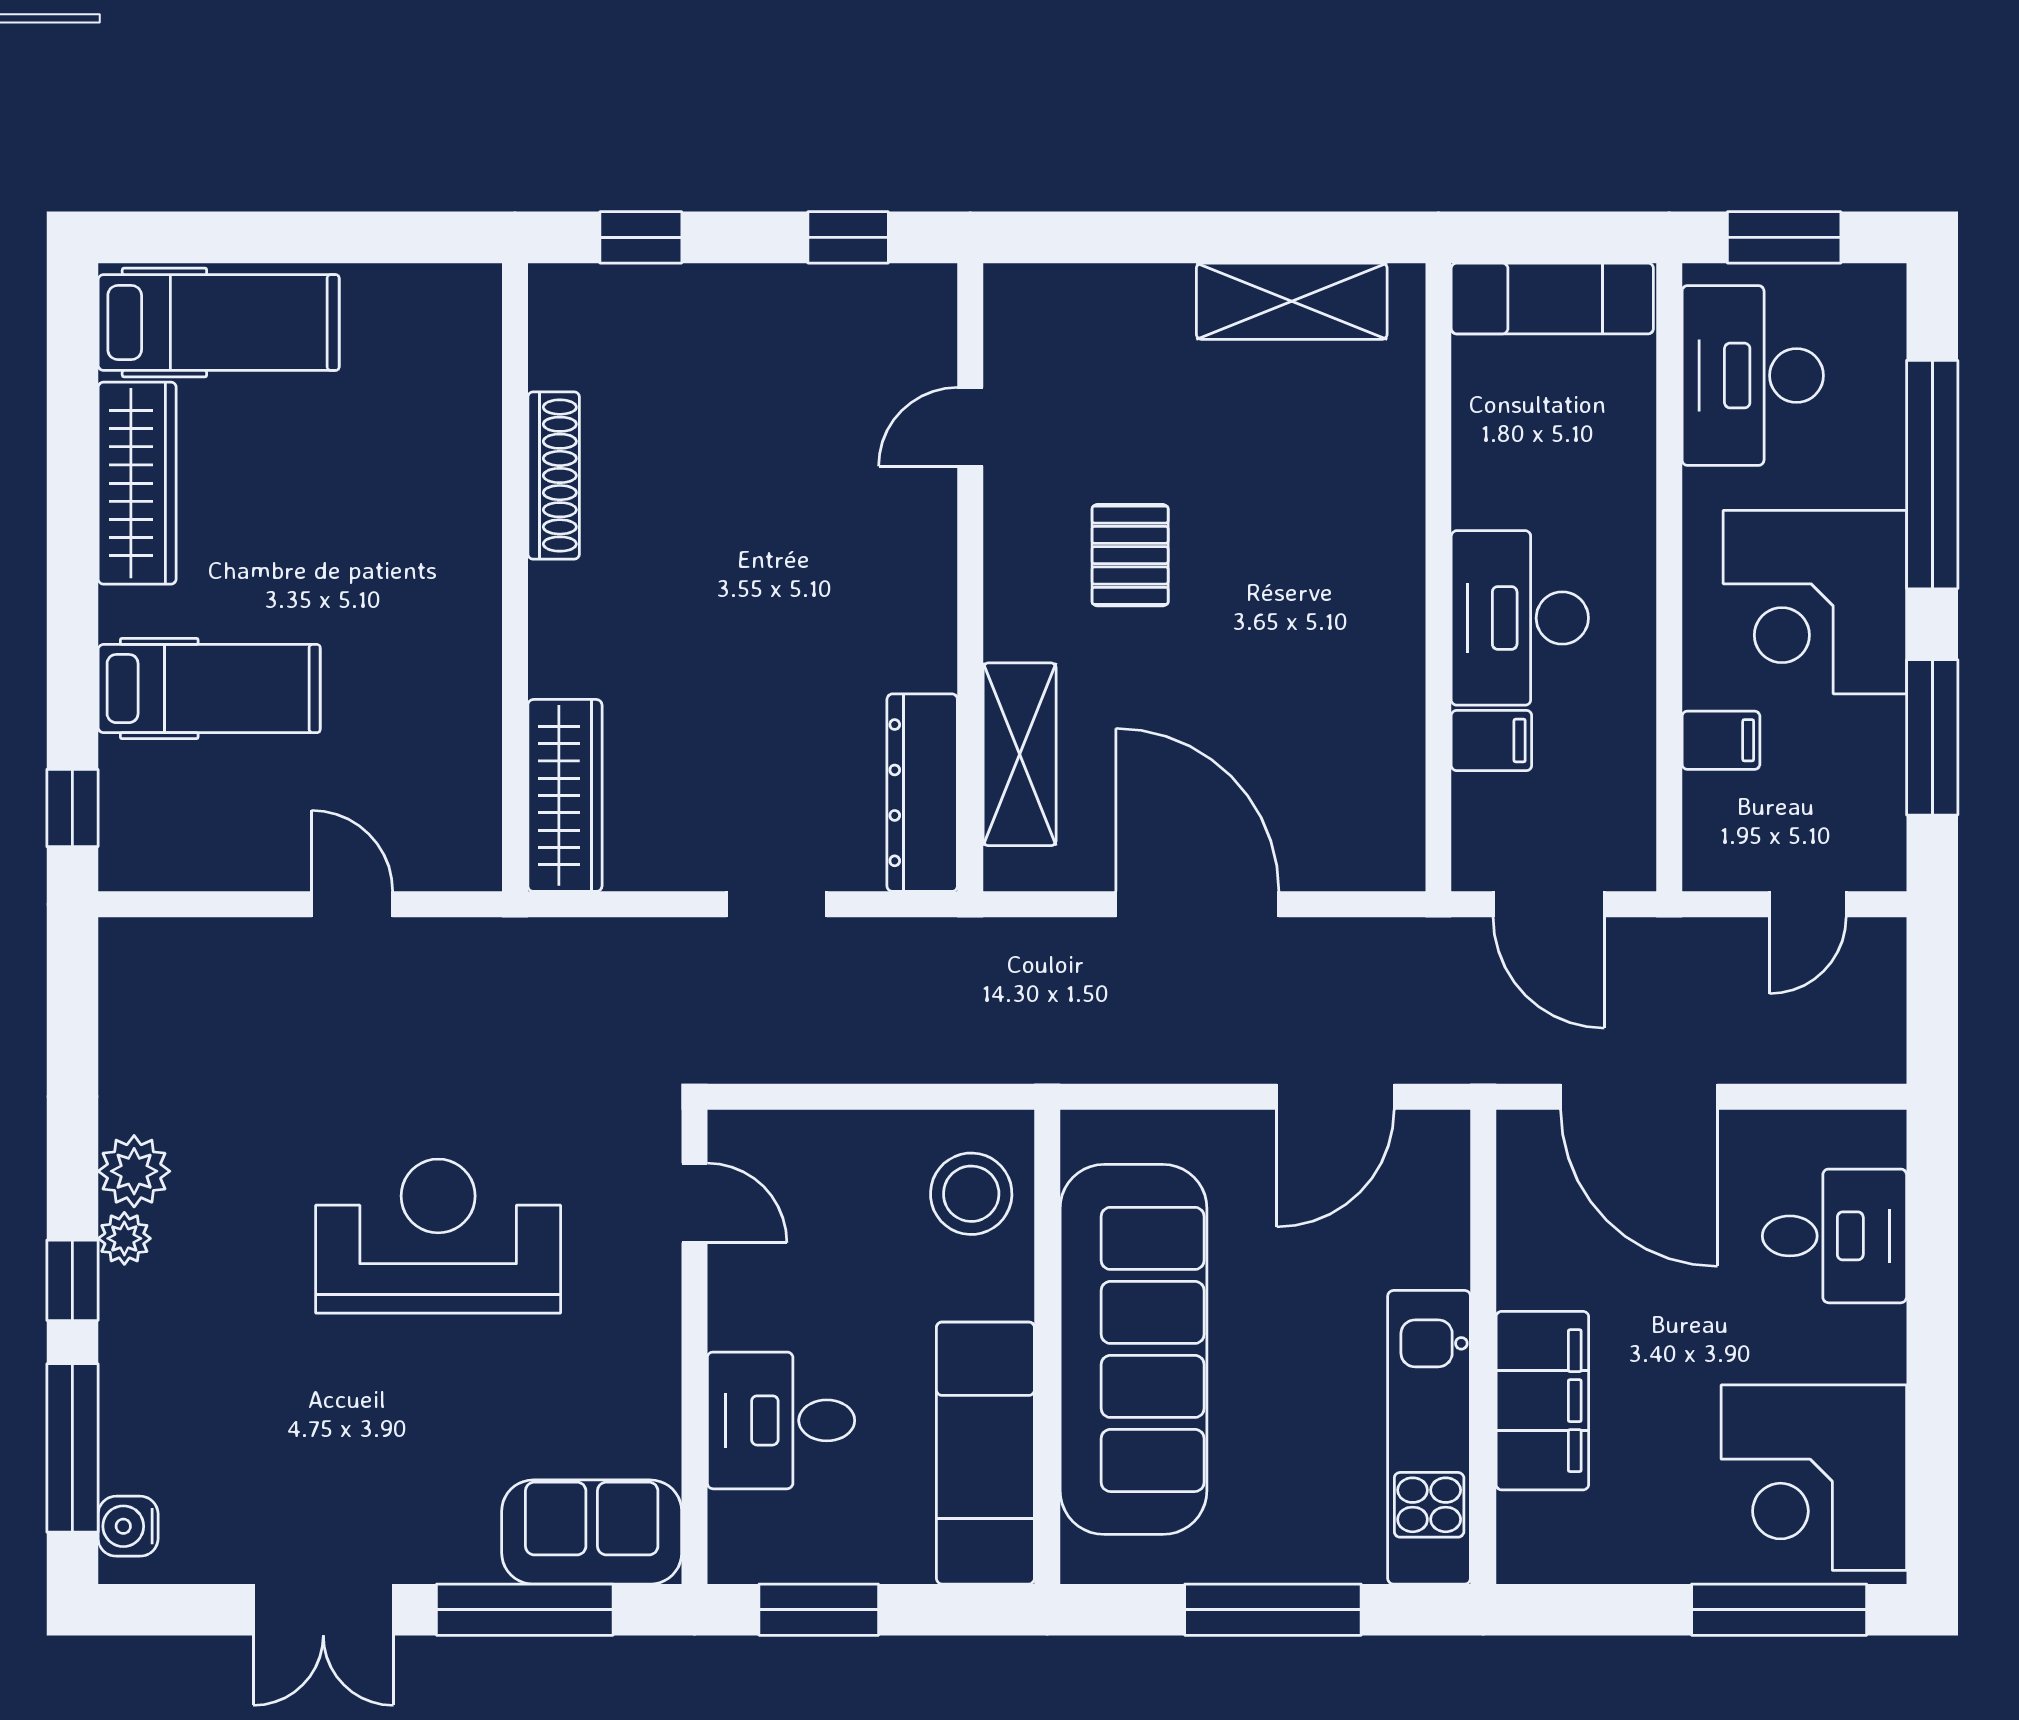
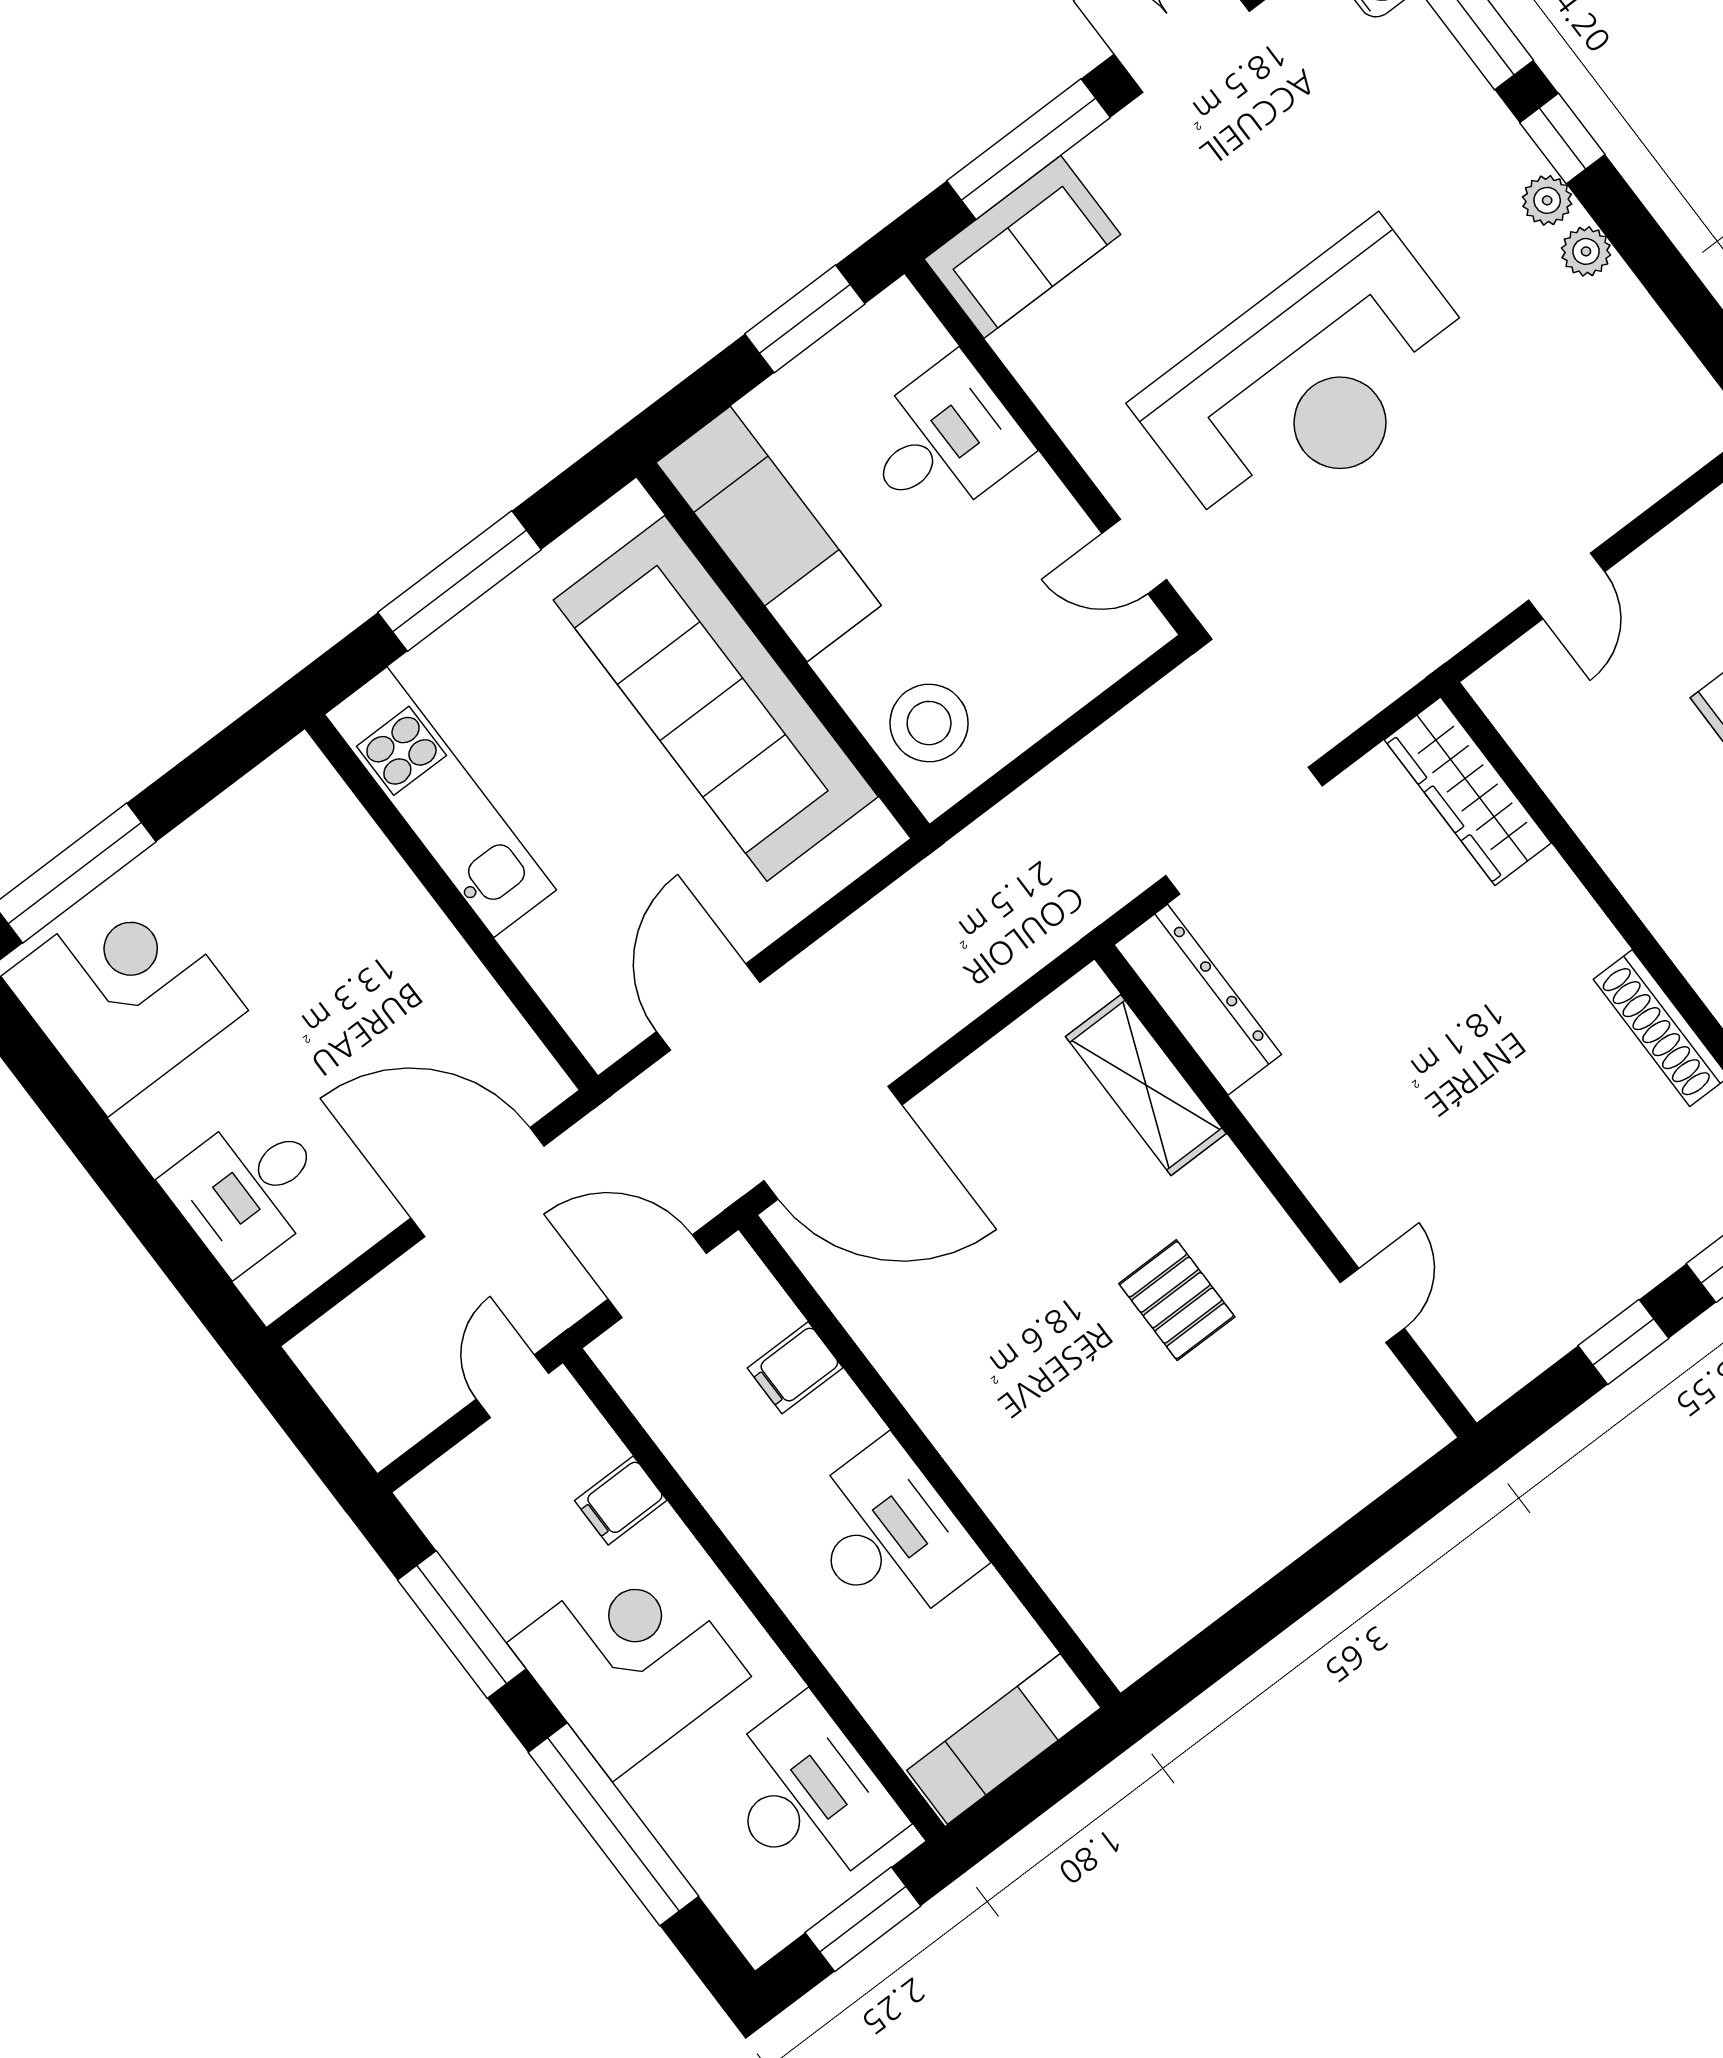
window: (848, 237) -> (1623, 1342), moved
shelving: (1292, 301) -> (1200, 1587), removed
desk: (1520, 618) -> (889, 1536), moved
door: (352, 904) -> (1567, 586), hinge flipped
doorway: (777, 904) -> (1244, 831), width x1.87
door: (1197, 904) -> (833, 1143), moved
door: (1808, 904) -> (512, 1386), moved
plant: (134, 1171) -> (1586, 251), width x0.73, depth x0.73
reception desk: (438, 1236) -> (1310, 383), width x1.36, depth x1.30
filing cabinet: (1542, 1401) -> (375, 895), removed

